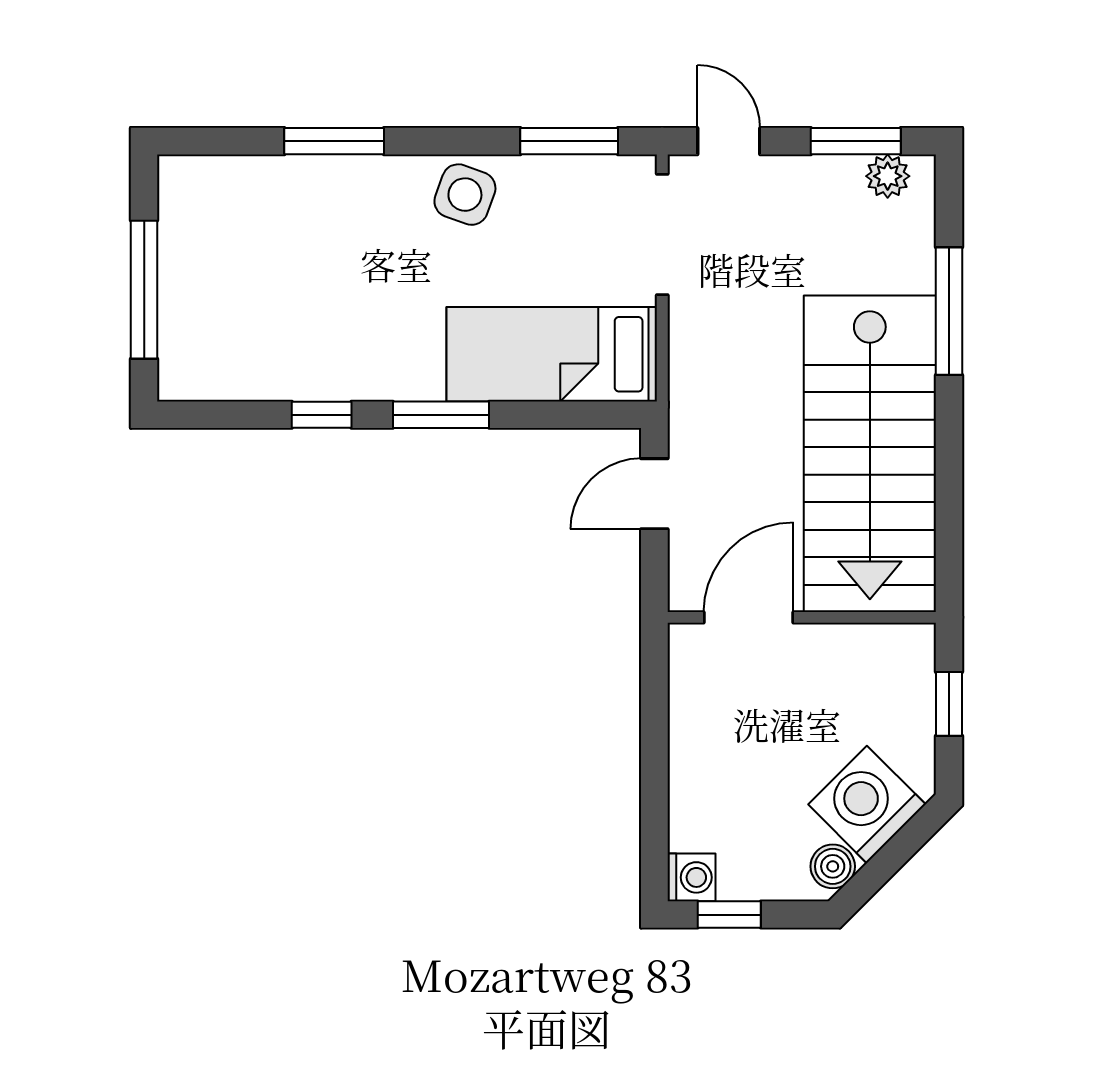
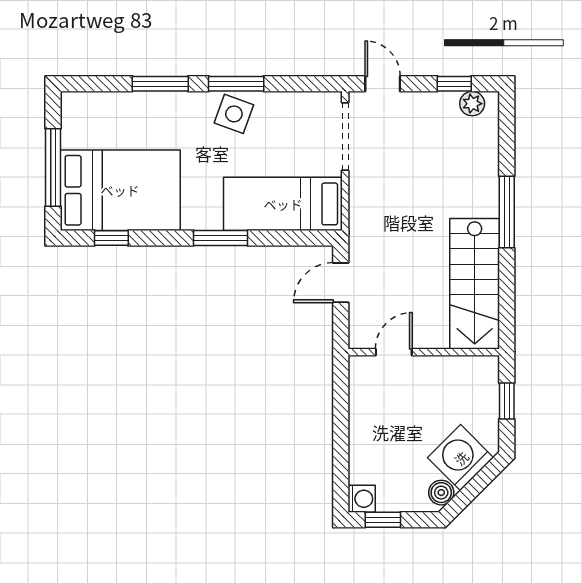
window: (569, 141) -> (236, 84), moved
window: (856, 141) -> (454, 84), width x0.67
window: (949, 311) -> (507, 212), moved
bed: (263, 330) -> (120, 190), added
window: (322, 415) -> (111, 238), moved
stairs: (870, 454) -> (475, 284), width x0.73, depth x0.66
door: (749, 617) -> (394, 352), width x0.73

